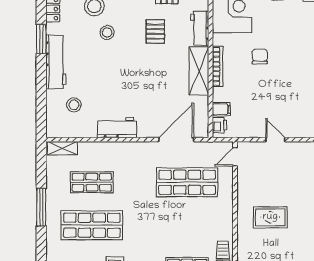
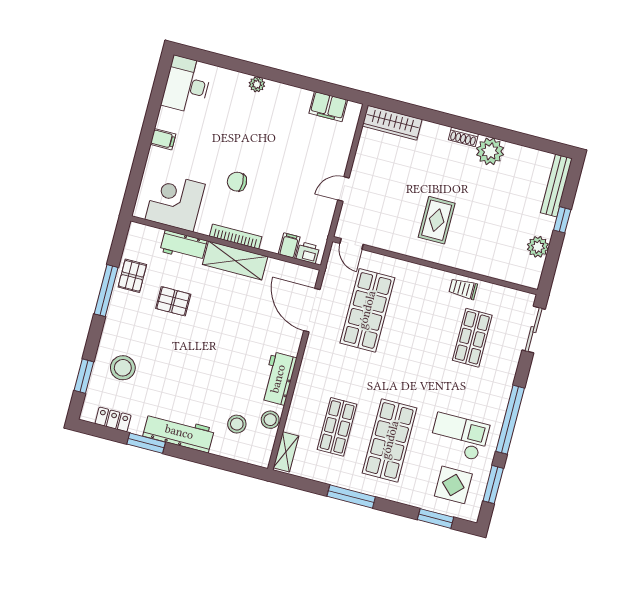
stool: (107, 32) -> (270, 420), moved

